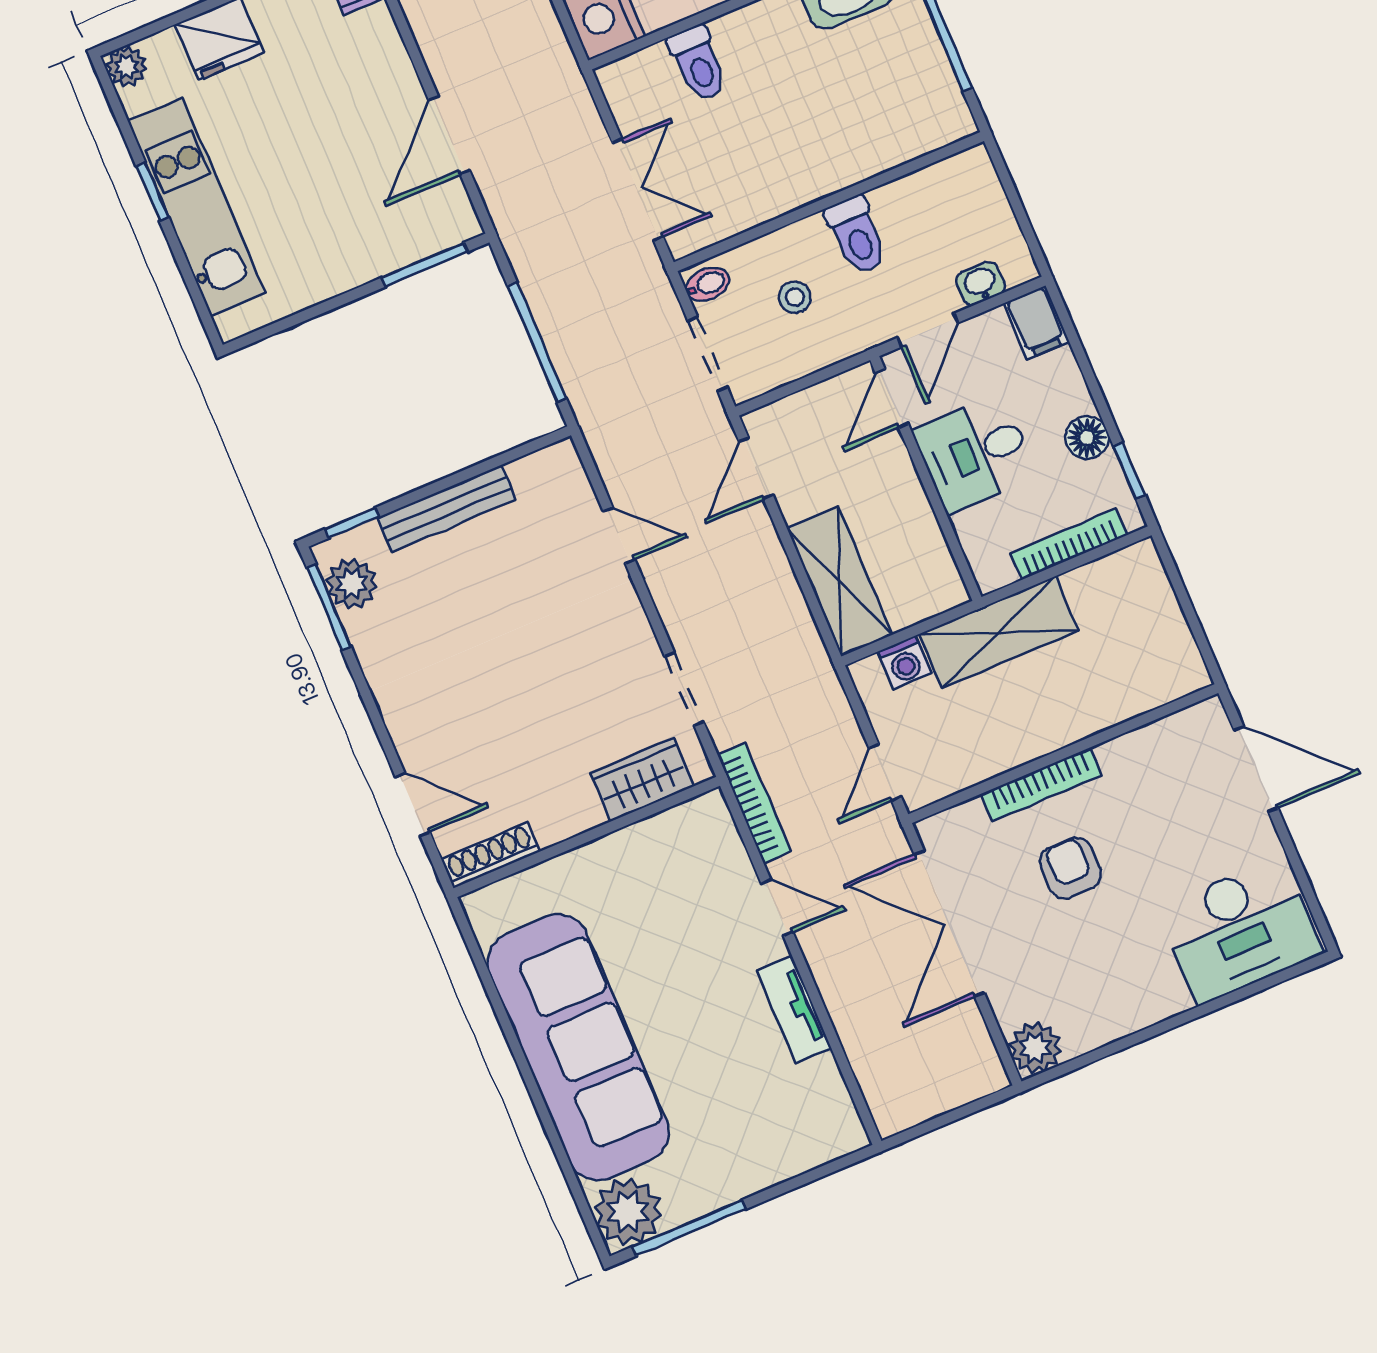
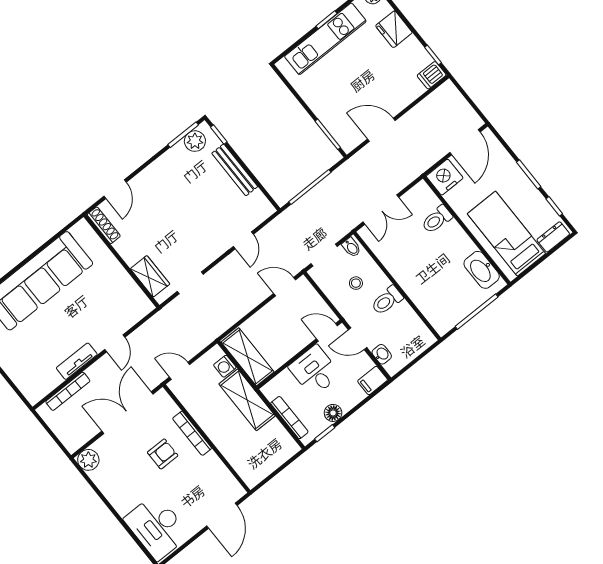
shelving: (840, 581) -> (248, 357), moved, turned 90
bookcase: (754, 803) -> (68, 391), moved

